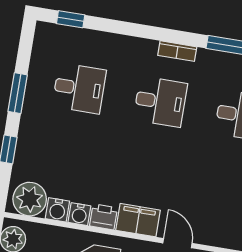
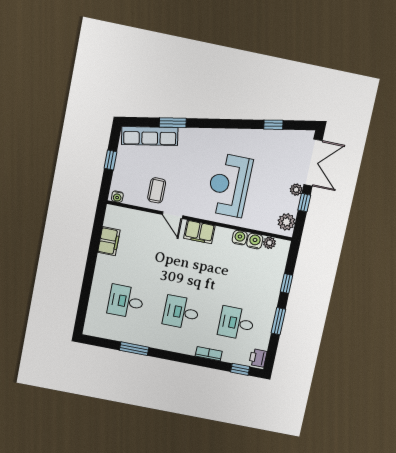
bookcase: (177, 51) -> (209, 354), moved
plant: (30, 199) -> (269, 243), width x0.53, depth x0.53
printer: (104, 217) -> (258, 358), moved, turned 90

